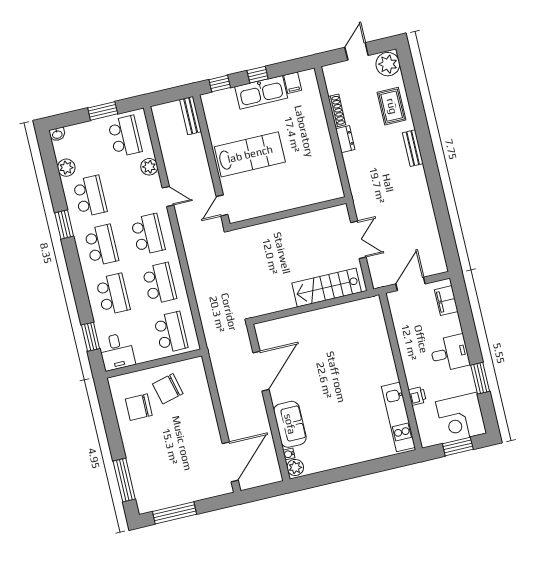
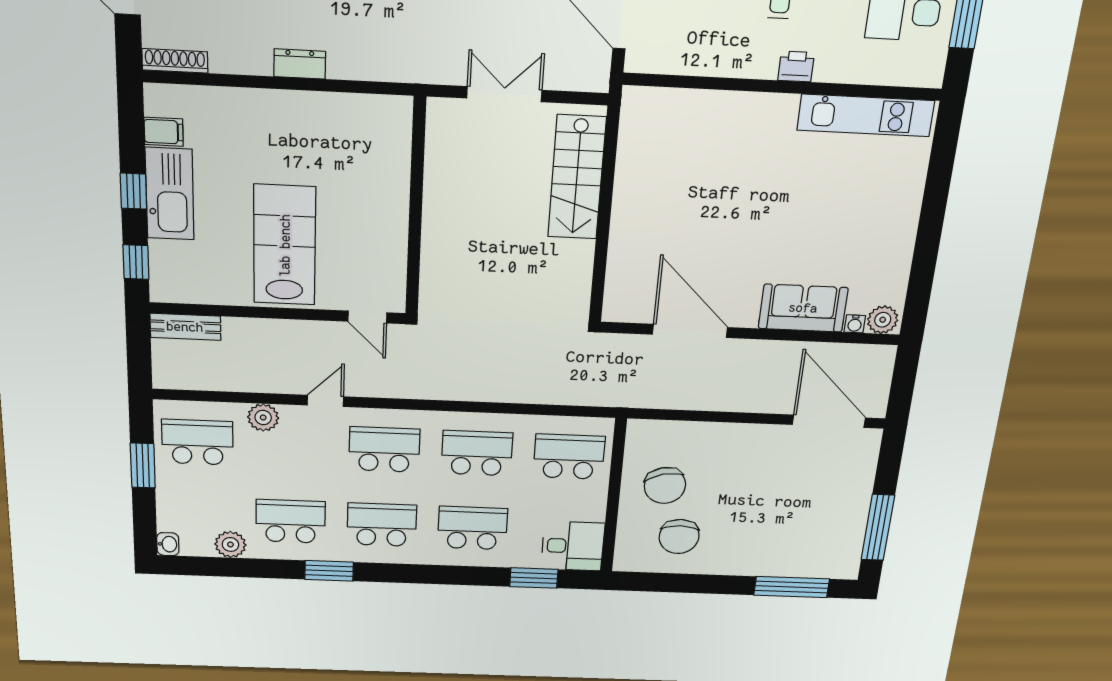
shoe rack: (337, 111) -> (175, 61), moved
printer: (417, 396) -> (796, 67), moved

